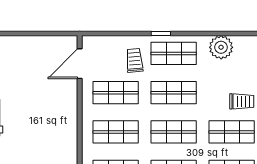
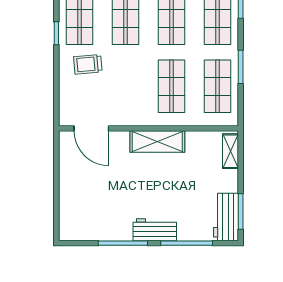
shop shelf: (116, 93) -> (126, 86), removed
shelving: (68, 120) -> (157, 142), added

